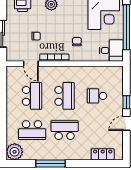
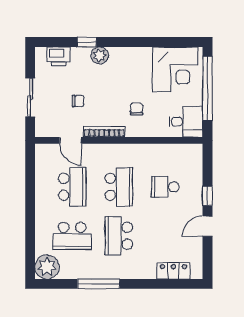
school desk: (65, 130) -> (119, 236), turned -90

